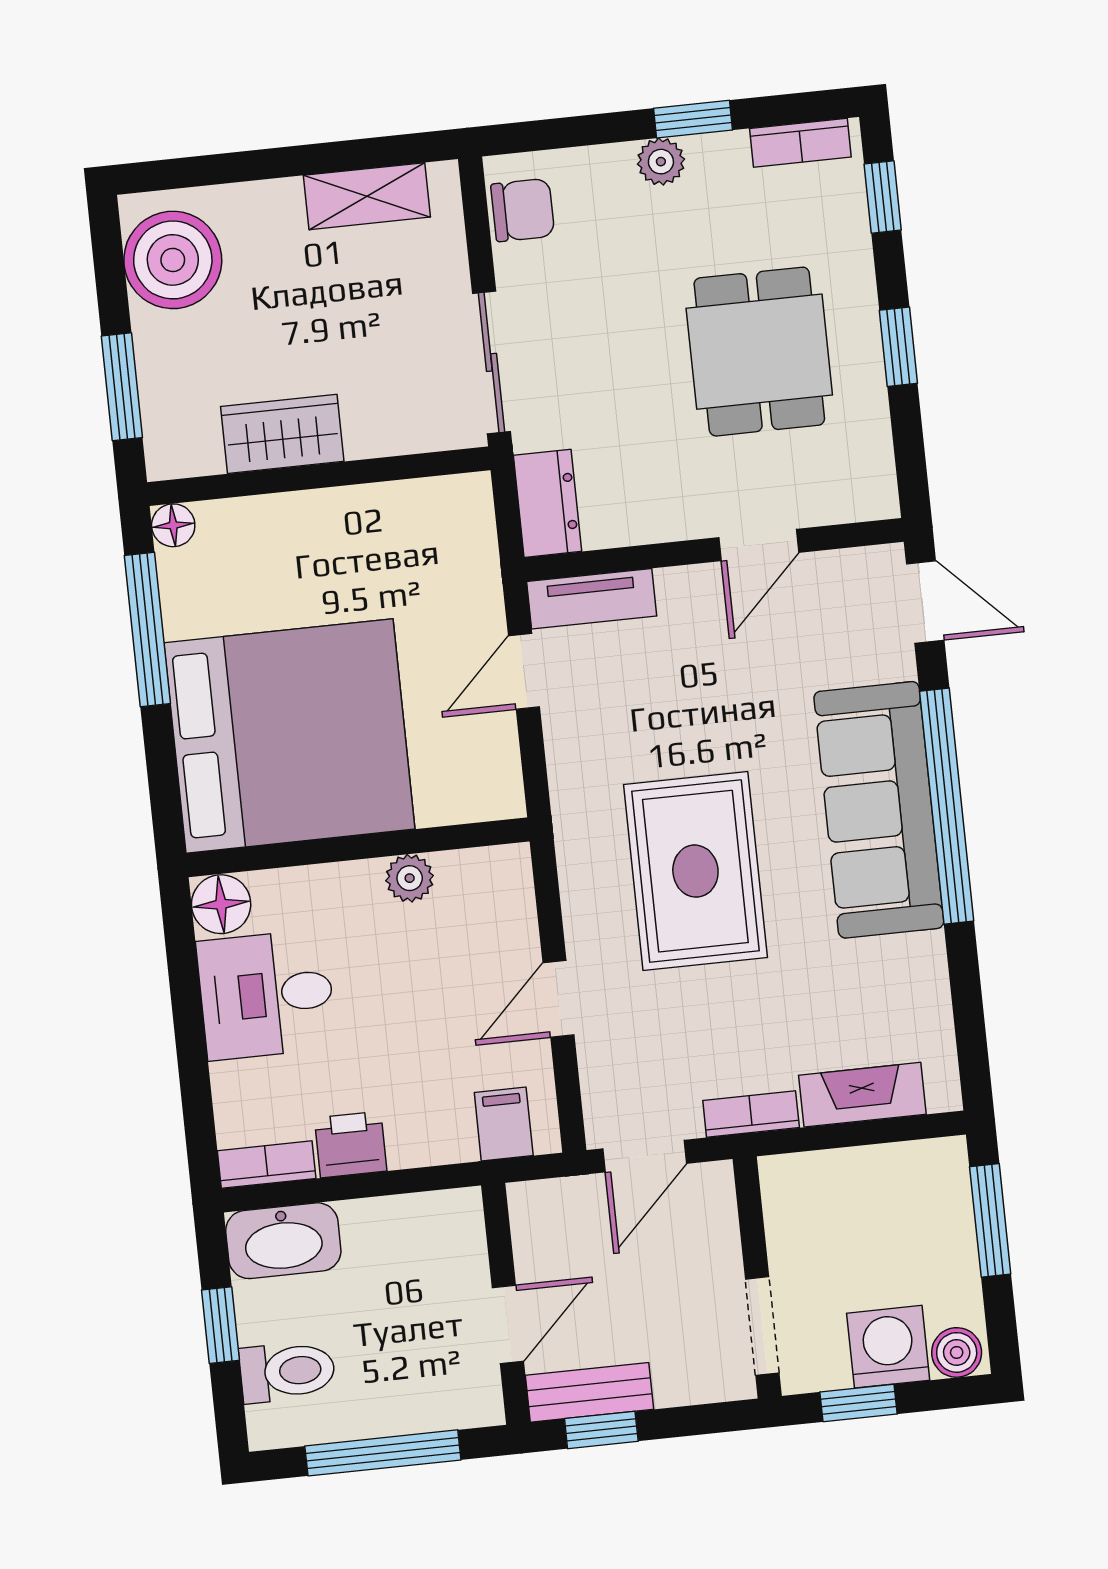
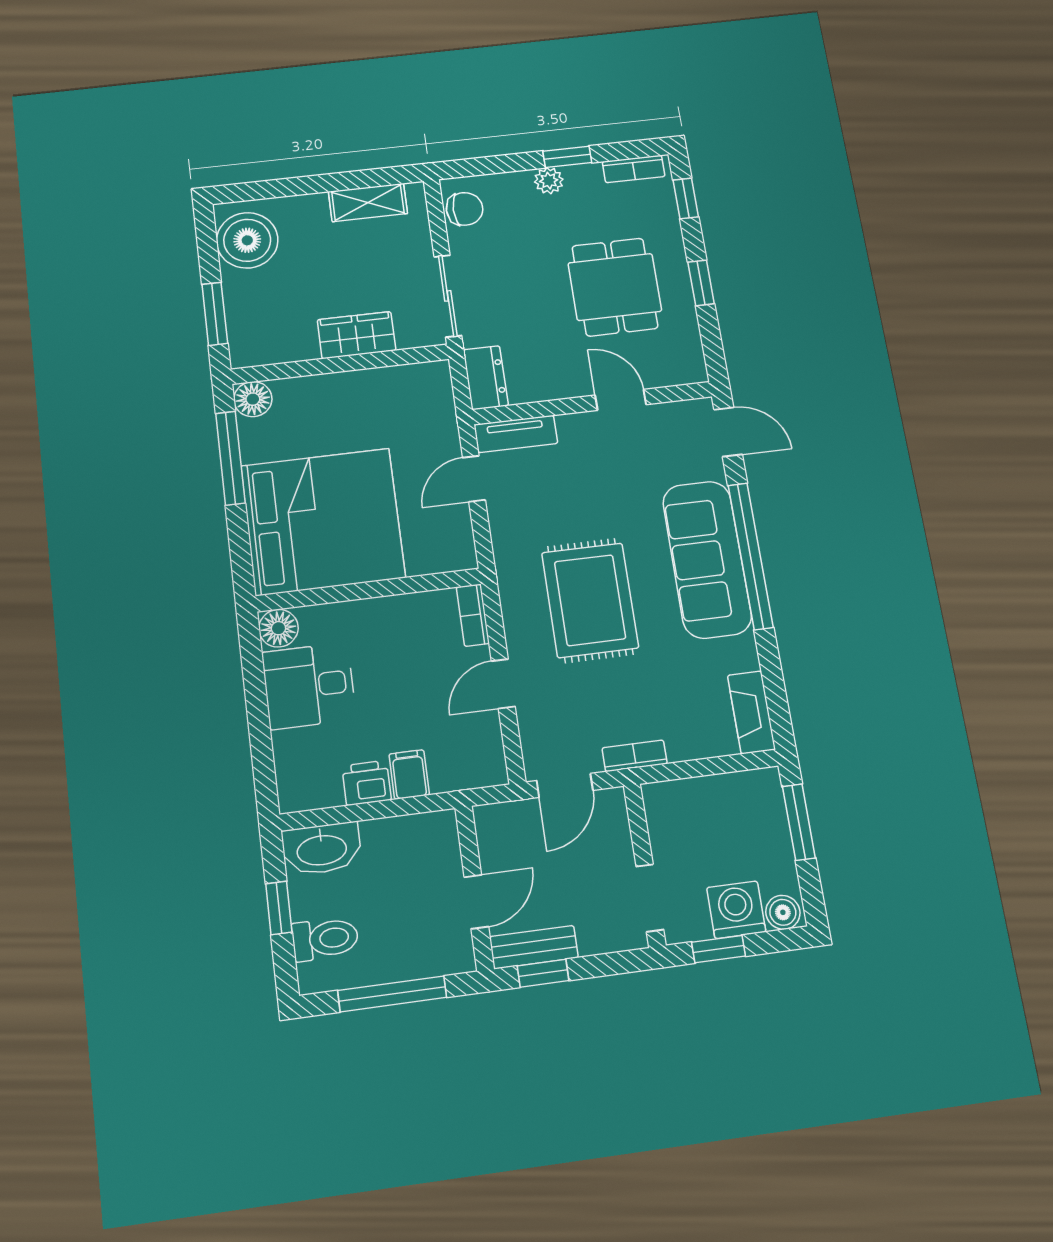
wardrobe: (282, 434) -> (357, 335), moved
floor lamp: (173, 525) -> (253, 399), width x1.37, depth x1.37
door: (759, 545) -> (621, 400), swing flipped
plant: (410, 878) -> (403, 609), removed
fireplace: (862, 1095) -> (751, 712), moved, turned -90
filing cabinet: (504, 1124) -> (409, 774), moved
bookcase: (267, 1165) -> (473, 615), moved, turned -90

